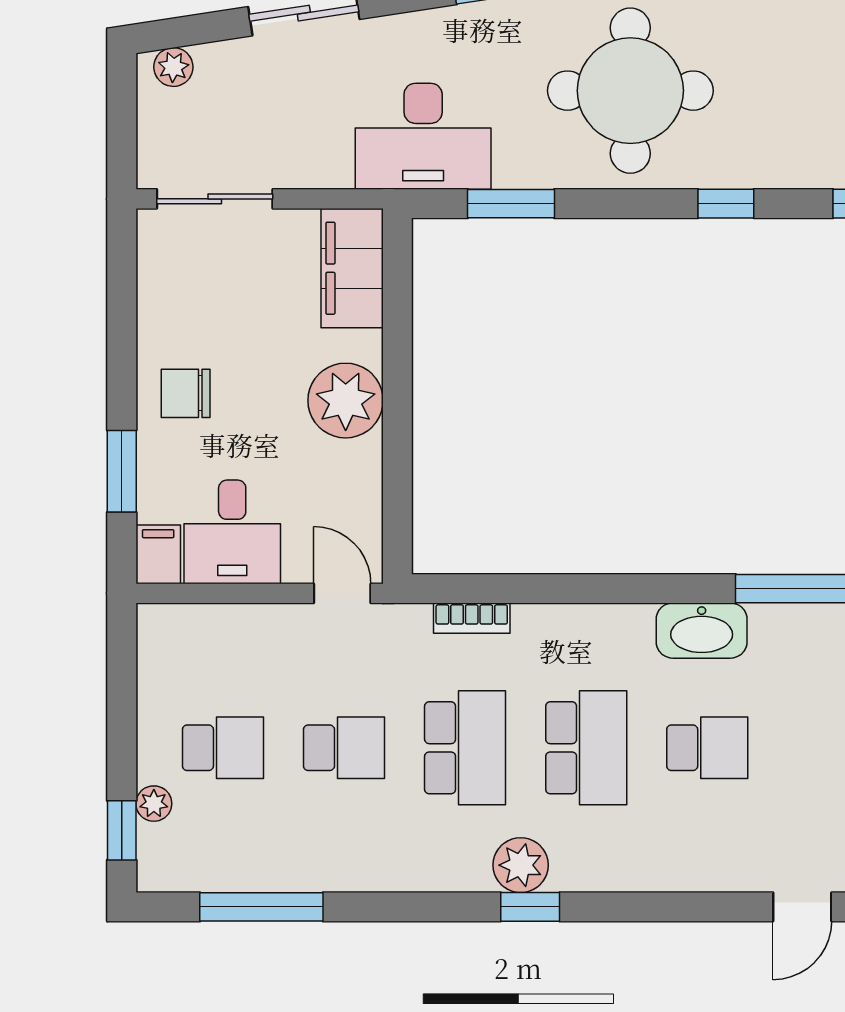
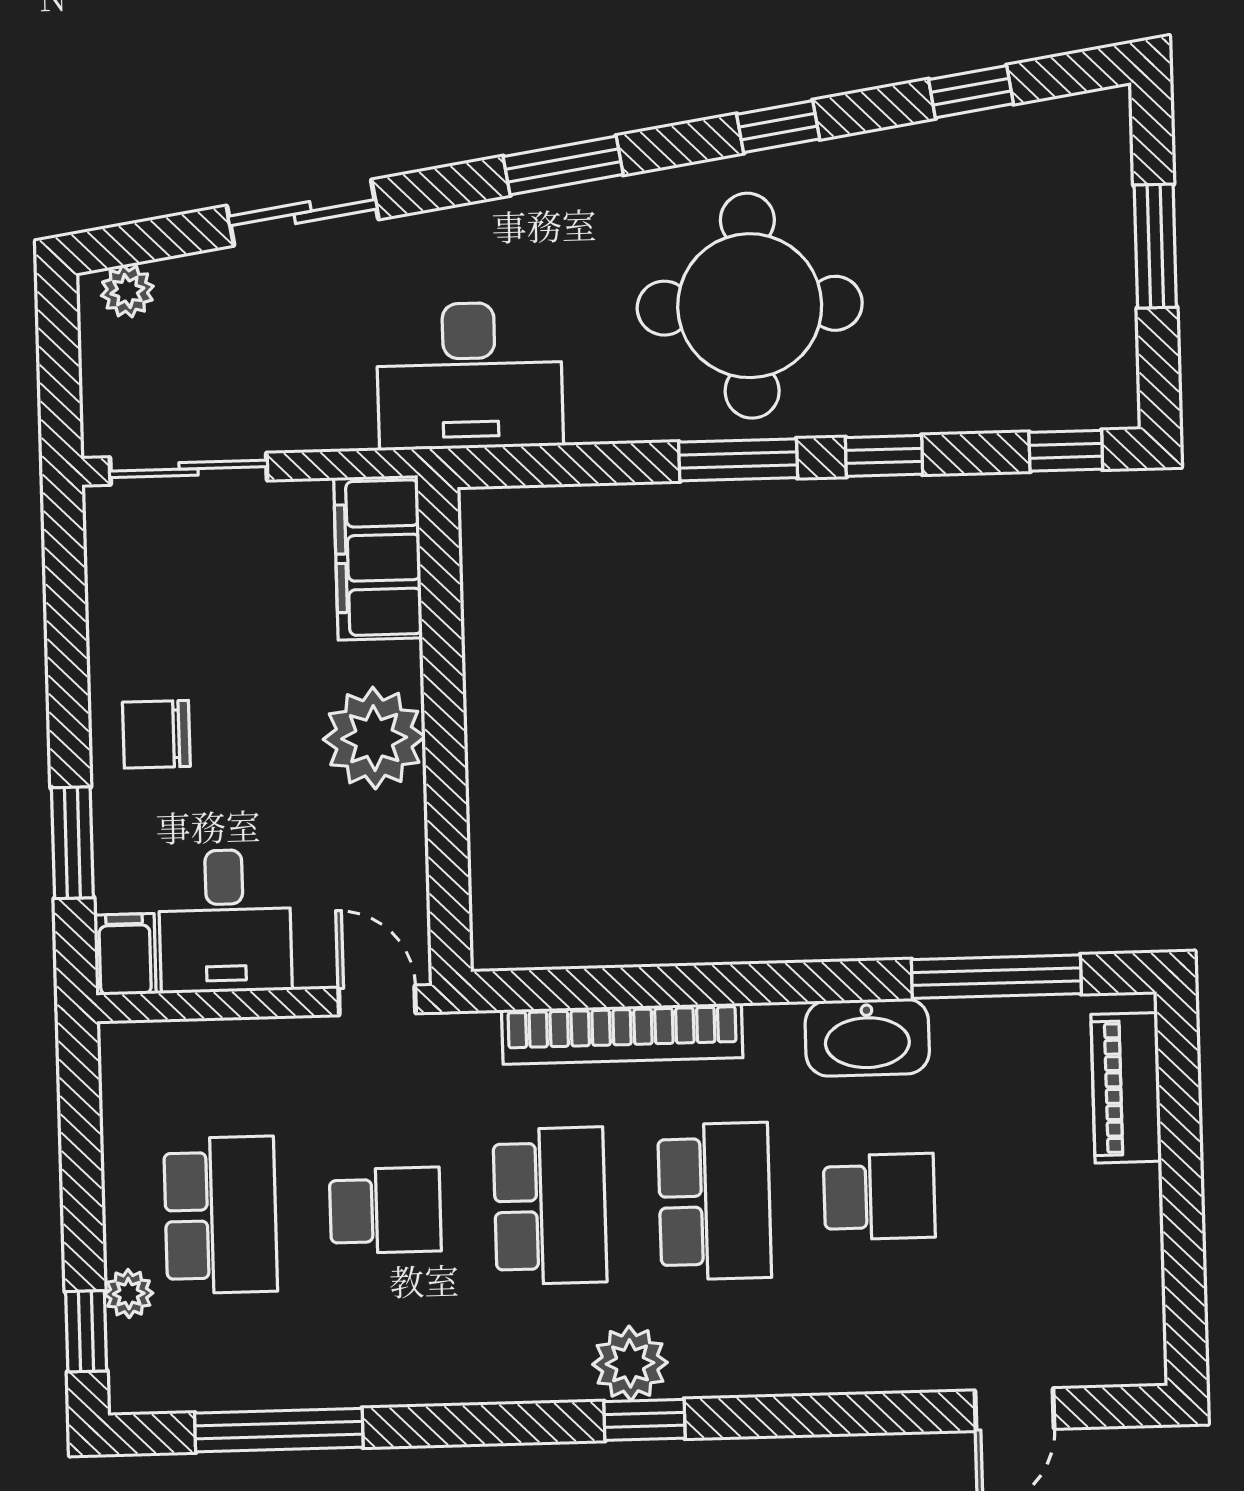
window: (511, 204) -> (738, 460), moved
bookcase: (472, 618) -> (622, 1034), width x2.31, depth x1.31
school desk: (223, 748) -> (221, 1215), width x1.85

